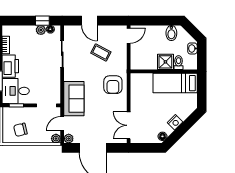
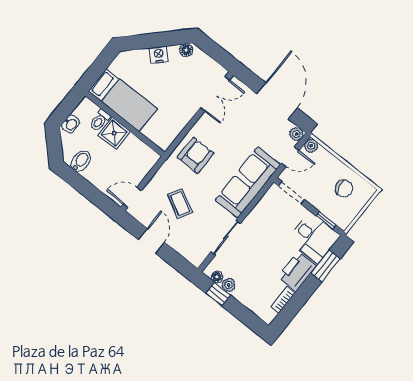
door: (89, 21) -> (151, 241), moved
sofa: (74, 99) -> (248, 182), width x1.36

